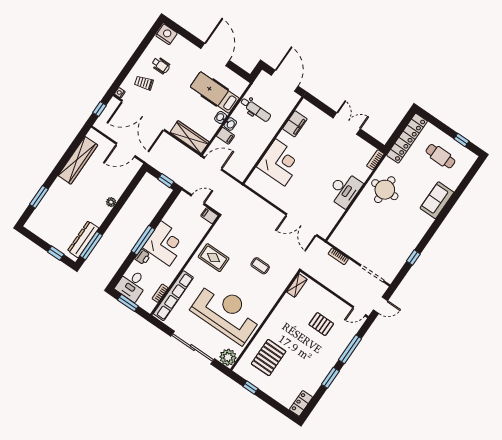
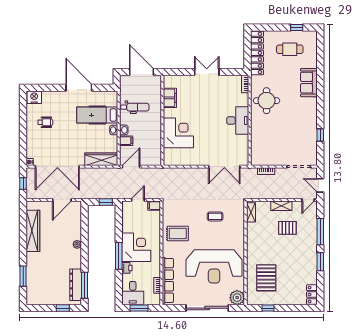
trolley: (144, 83) -> (42, 143), removed
shelving: (330, 299) -> (281, 206), added
door: (380, 305) -> (320, 185), swing flipped
reception desk: (227, 312) -> (214, 266), turned 180

